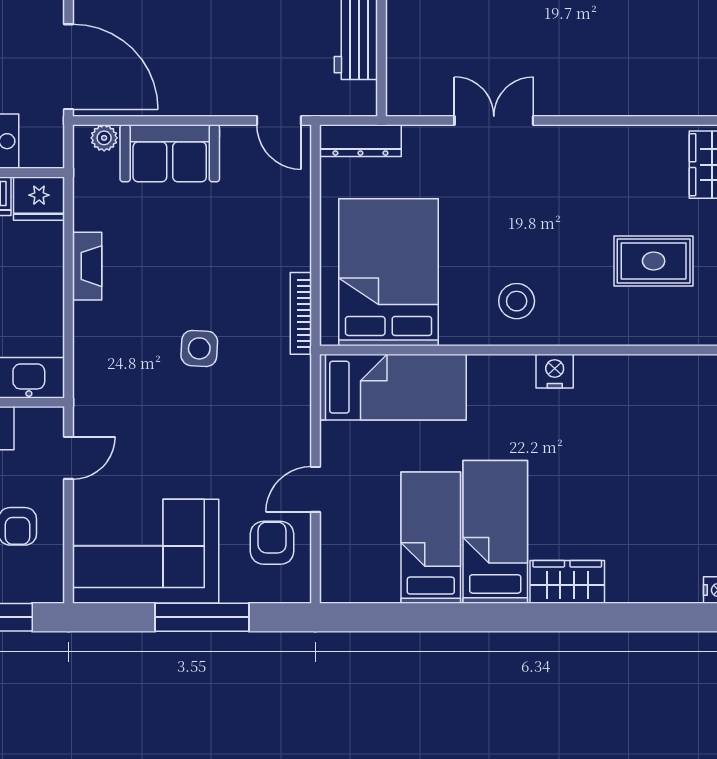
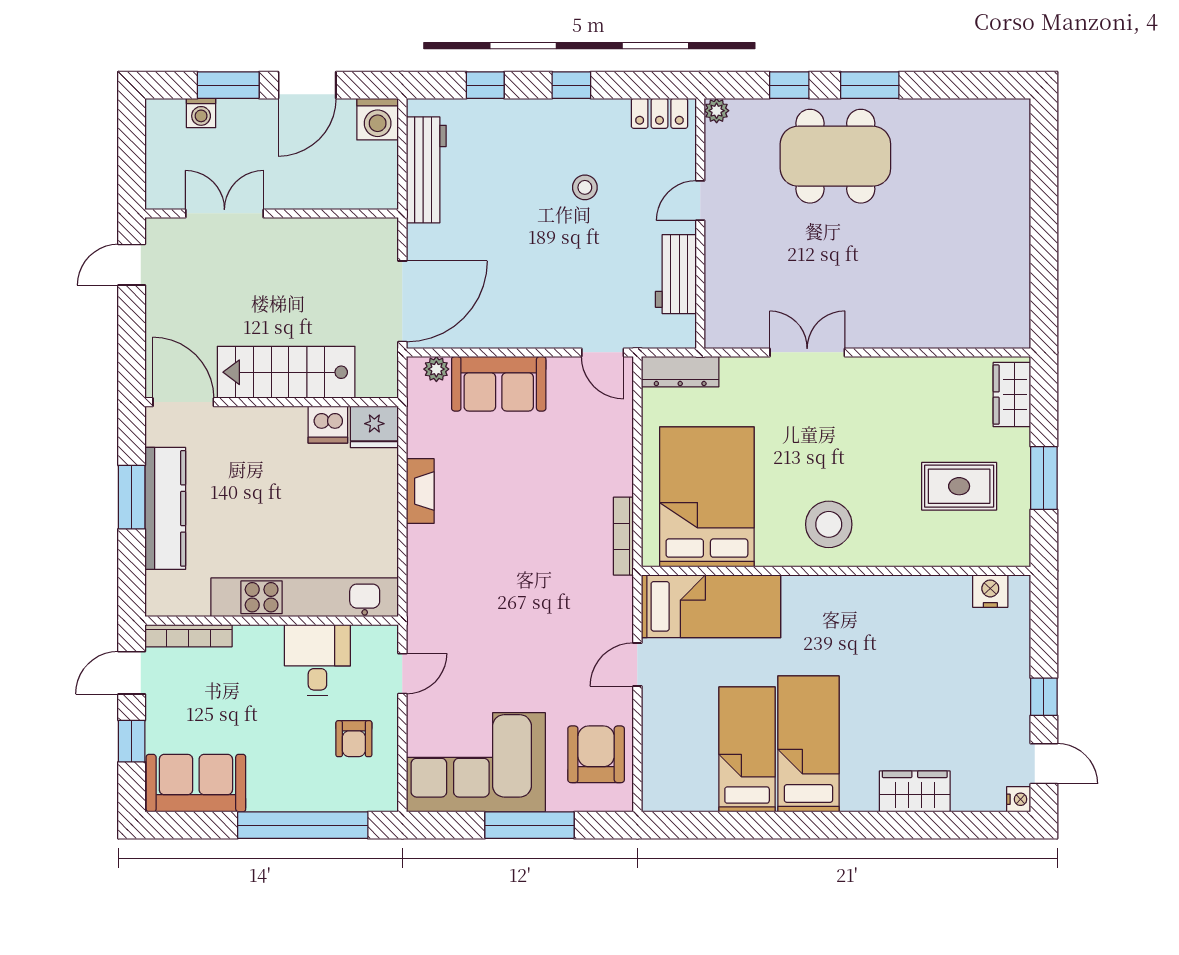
door: (68, 67) -> (402, 301), hinge flipped
stool: (517, 301) -> (829, 524), width x1.38, depth x1.38
side table: (199, 348) -> (527, 569), removed
nightstand: (555, 371) -> (990, 591), moved
door: (315, 489) -> (637, 664), moved
armchair: (272, 543) -> (596, 754), width x1.38, depth x1.38
wardrobe: (567, 582) -> (915, 791), moved

